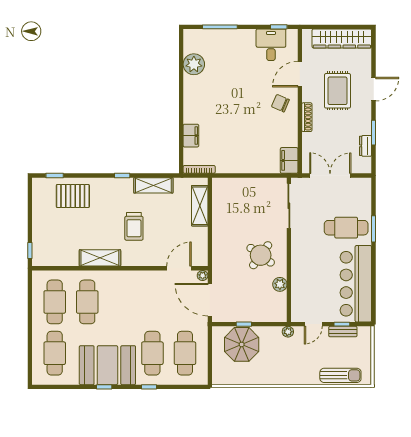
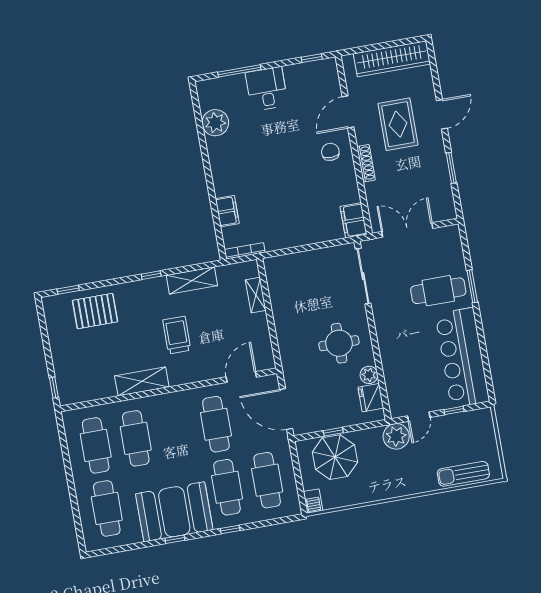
desk: (271, 45) -> (267, 89), moved
chair: (280, 103) -> (330, 152), turned 67
dresser: (366, 146) -> (444, 186), removed
shelving: (200, 206) -> (256, 295), width x0.67, depth x0.75
trolley: (134, 226) -> (177, 335), turned 180
round table: (261, 255) -> (339, 343), turned -36
plant: (203, 275) -> (272, 381), removed
cafe table: (152, 302) -> (216, 424), added
fridge: (278, 303) -> (371, 398), added
plant: (288, 332) -> (396, 436), width x1.88, depth x1.88
bench: (343, 332) -> (457, 419), removed
sun lounger: (340, 375) -> (463, 474), turned 180
barbecue: (218, 376) -> (313, 501), added

